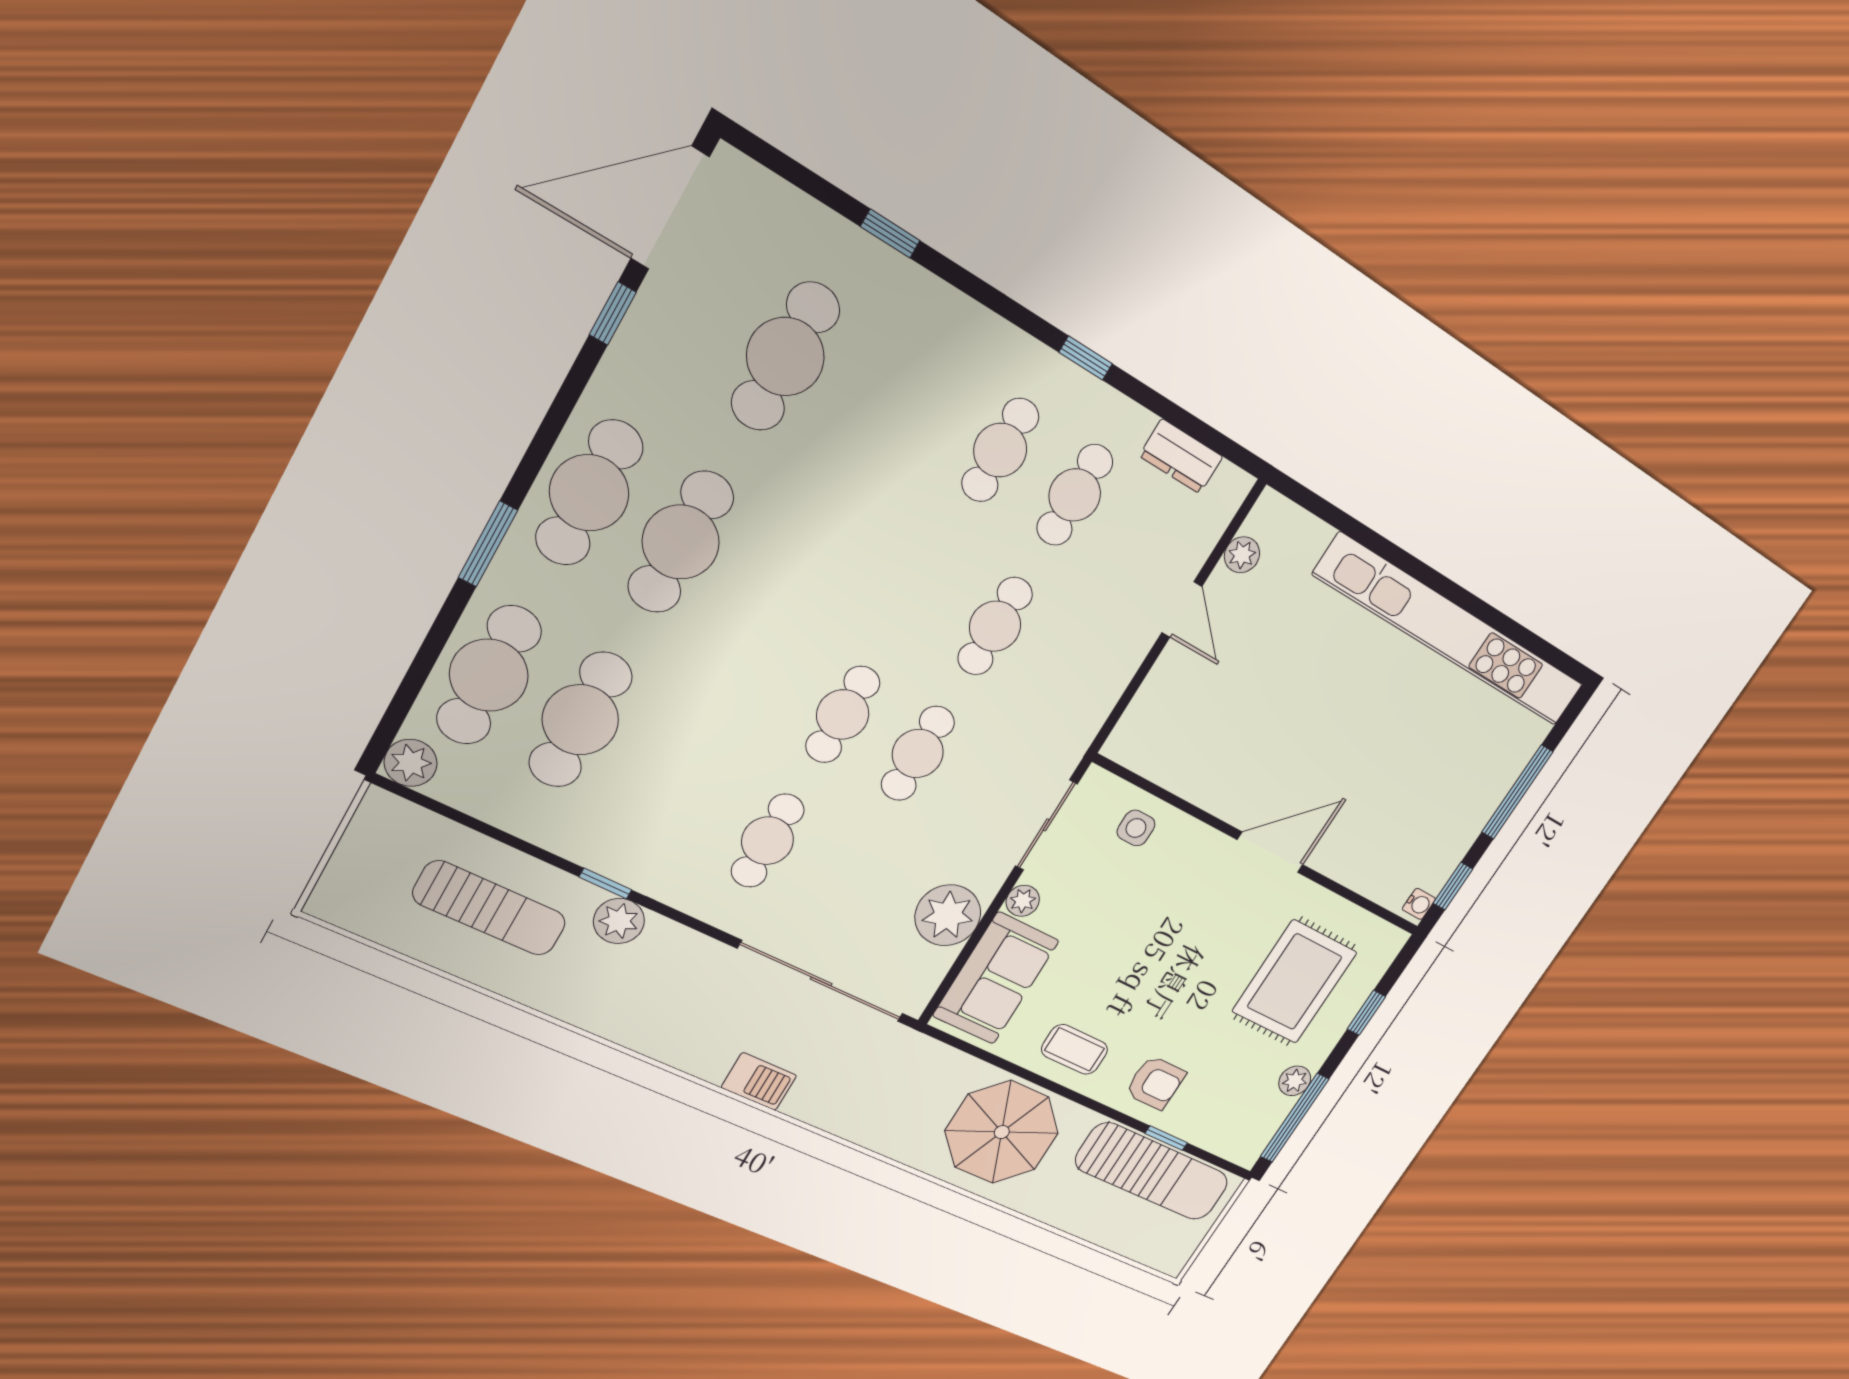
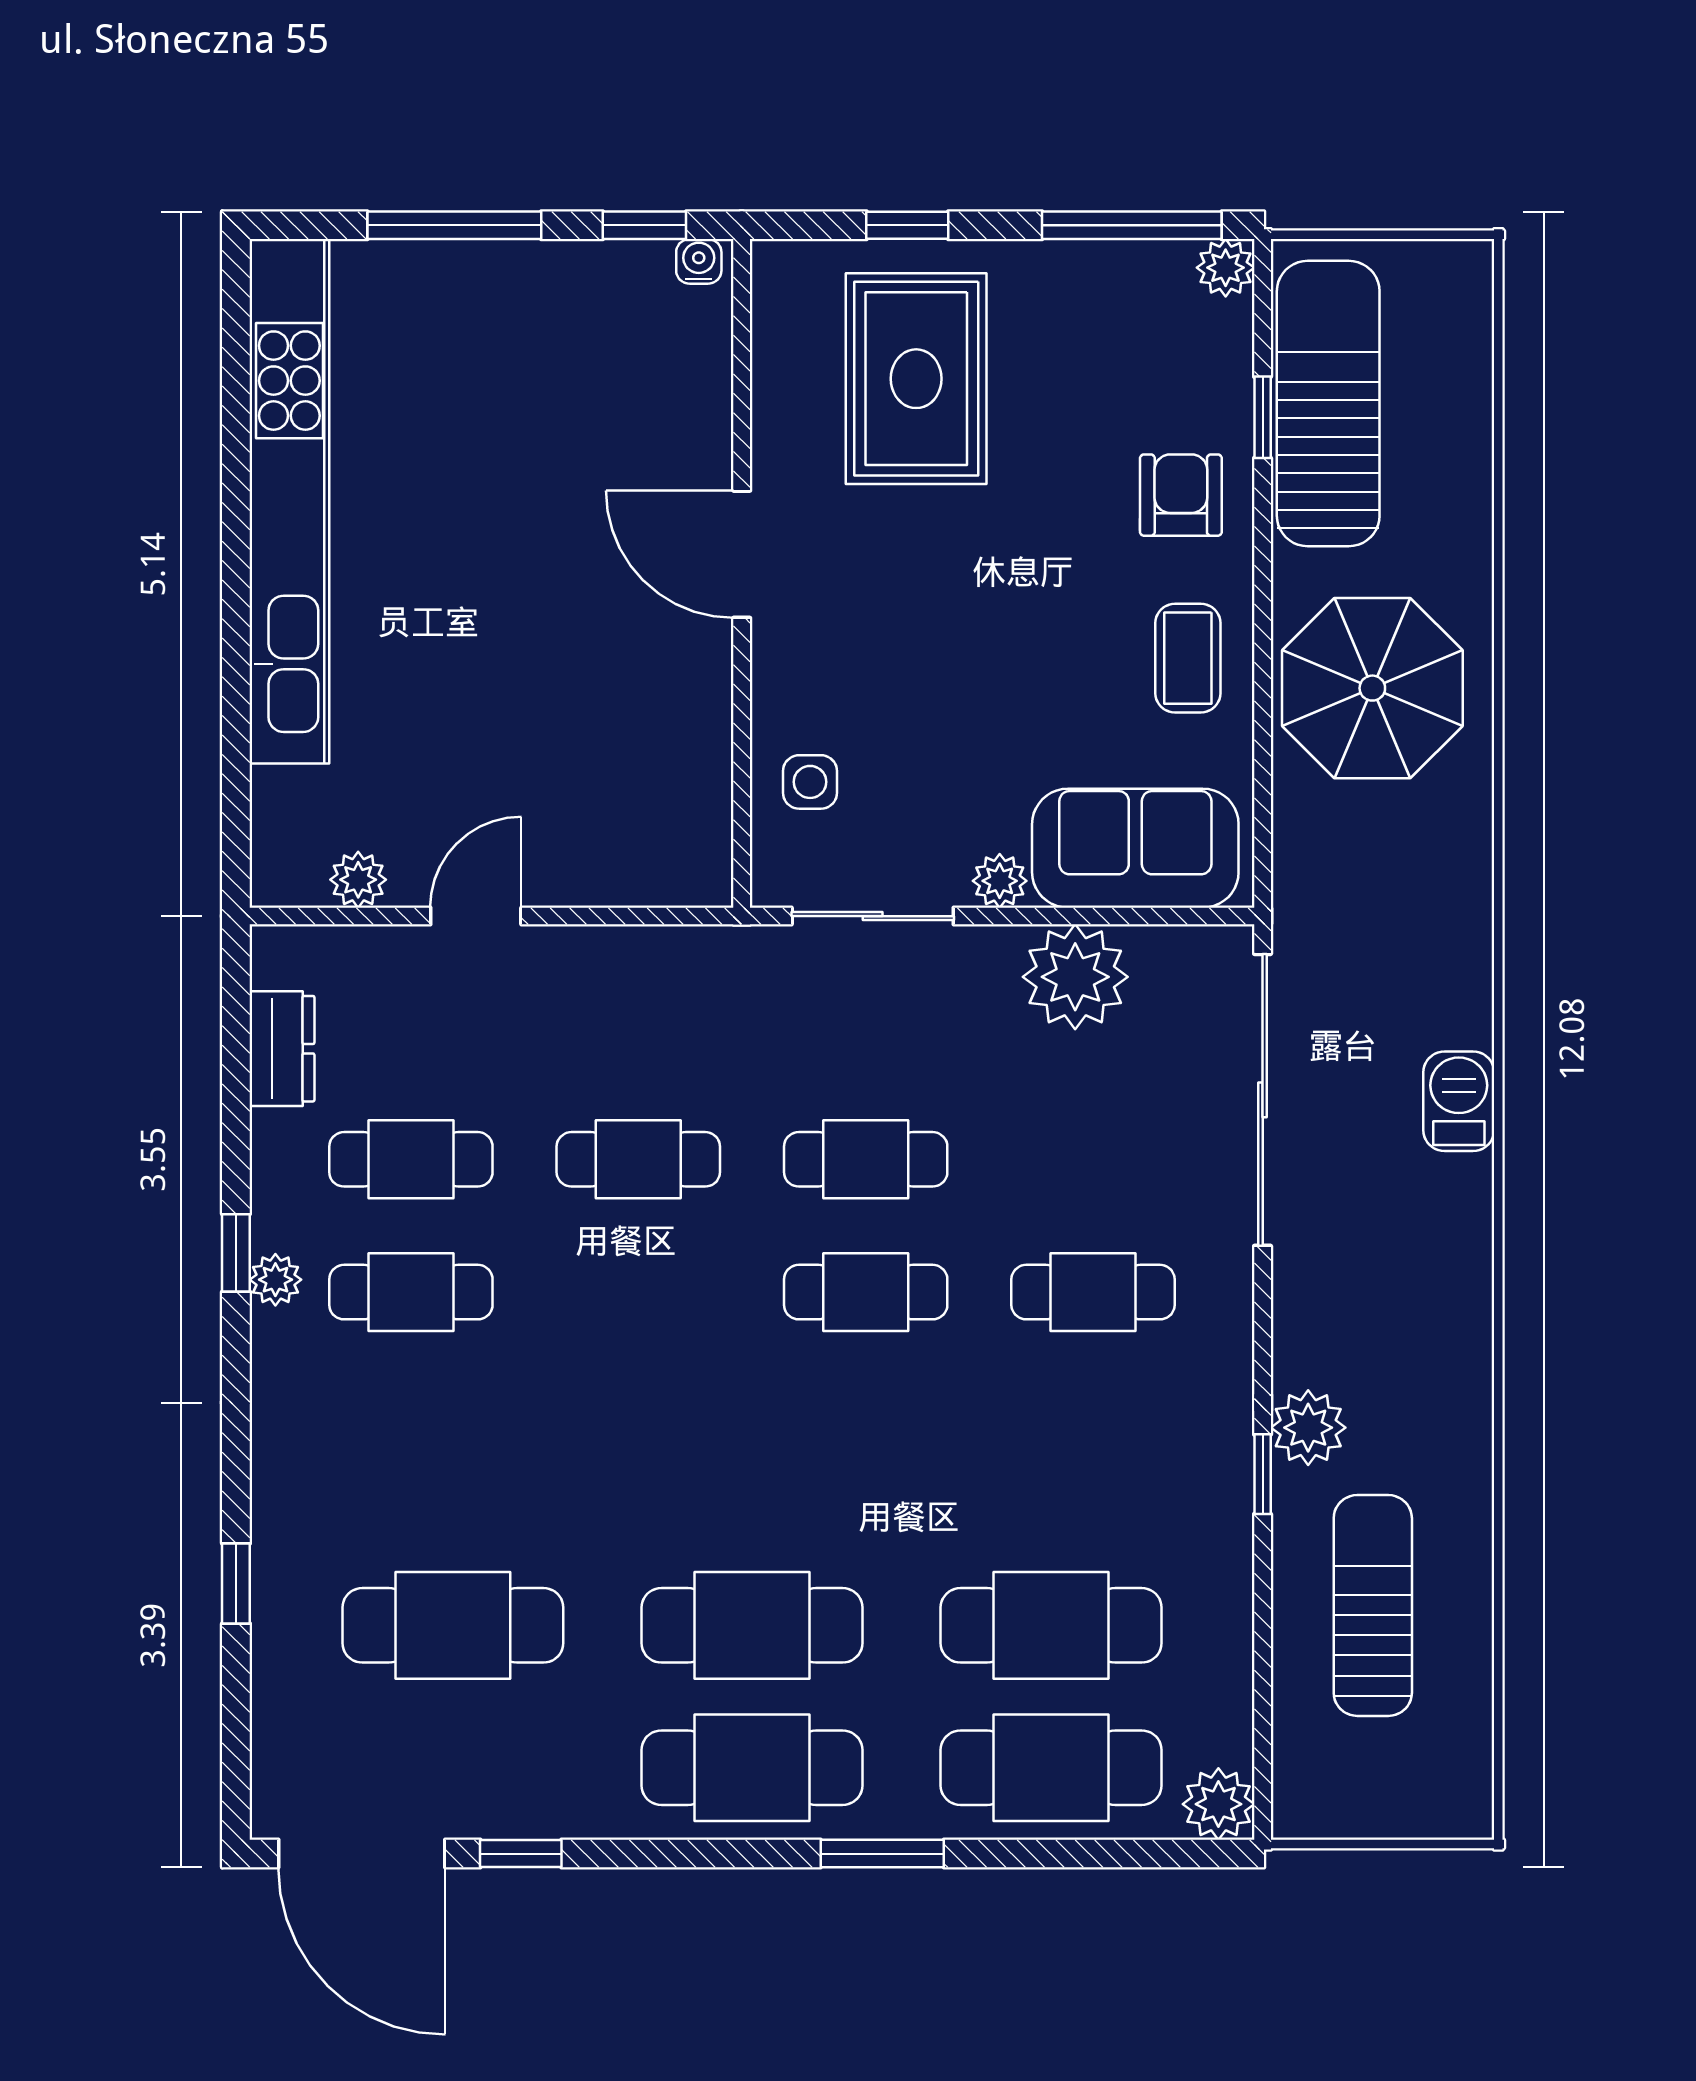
plant: (1056, 373) -> (275, 1280), added
rug: (1295, 982) -> (916, 379), turned 90
plant: (1295, 1081) -> (1226, 268), moved

